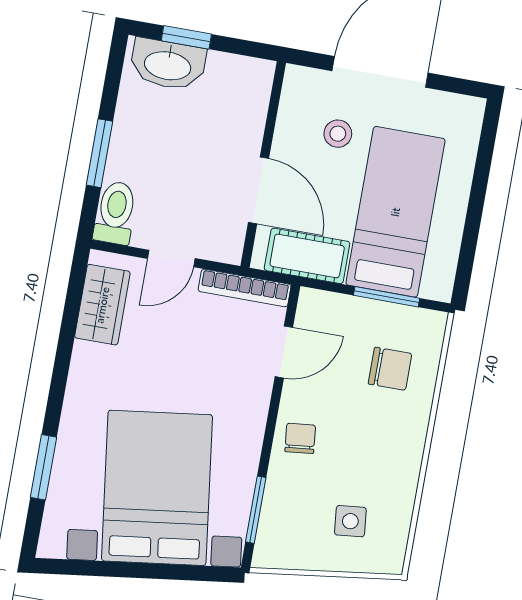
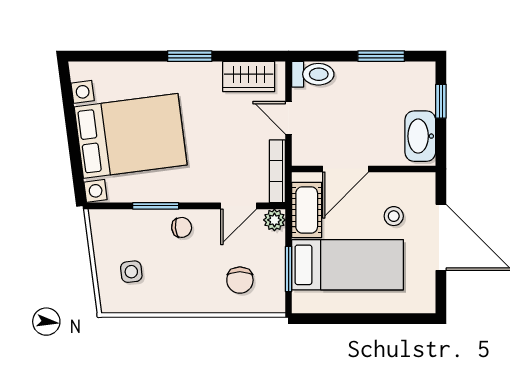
washbasin: (168, 64) -> (420, 136), moved
window: (100, 153) -> (381, 56), moved
plant: (313, 304) -> (274, 220), added
door: (284, 352) -> (239, 206), hinge flipped
window: (44, 467) -> (190, 56), moved
window: (256, 510) -> (156, 206), moved

